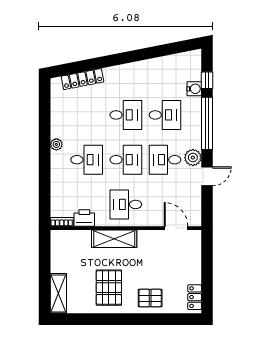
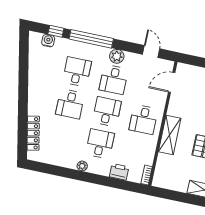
water cooler: (194, 89) -> (48, 41), moved
desk: (126, 115) -> (70, 104), turned 180
door: (207, 176) -> (151, 52), moved
printer: (84, 218) -> (119, 172), moved, turned 90

